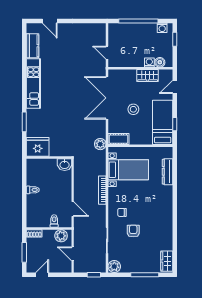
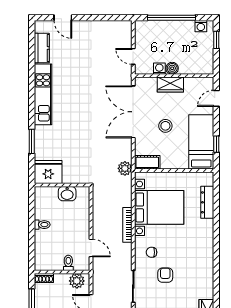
boiler: (160, 62) -> (172, 68), moved
washing machine: (149, 63) -> (159, 69), moved
wardrobe: (148, 76) -> (170, 85), moved
washbasin: (65, 165) -> (67, 194), moved
bed with nightstands: (128, 170) -> (159, 207), width x1.36

